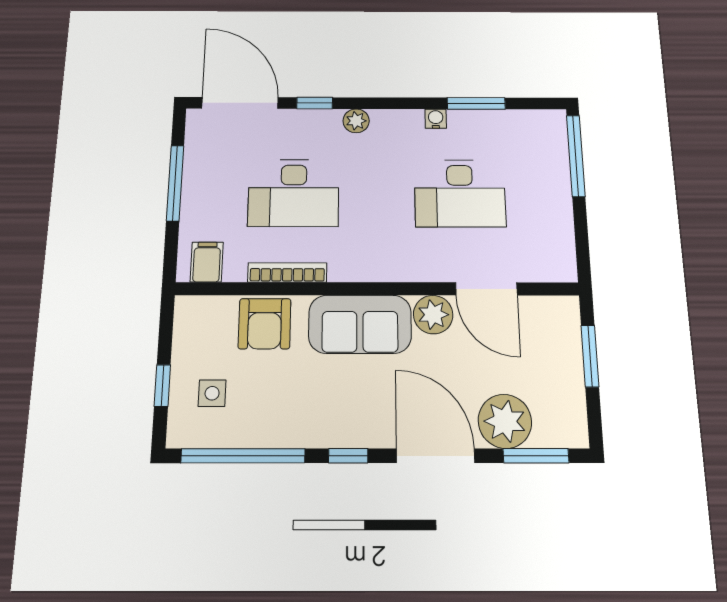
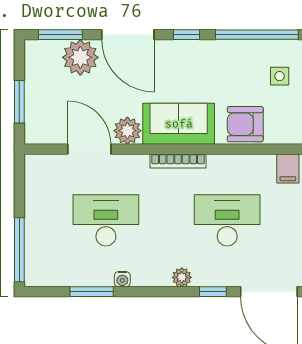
bookcase: (287, 272) -> (178, 161), moved
armchair: (265, 324) -> (245, 124), turned -90

